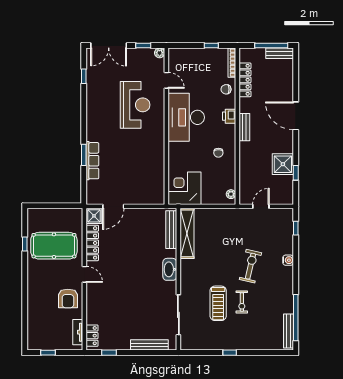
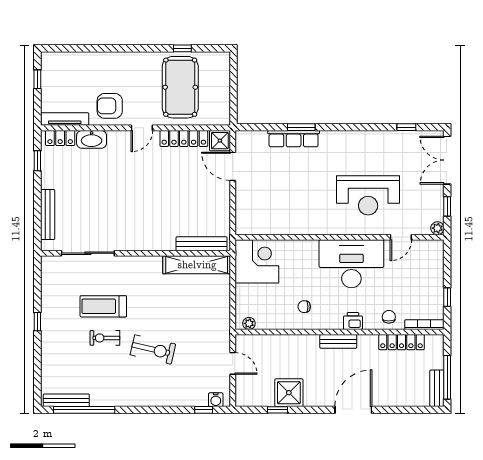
water cooler: (288, 260) -> (216, 400), moved
washbasin: (170, 269) -> (92, 139), moved, turned 180
tv unit: (78, 332) -> (65, 119), width x1.41

